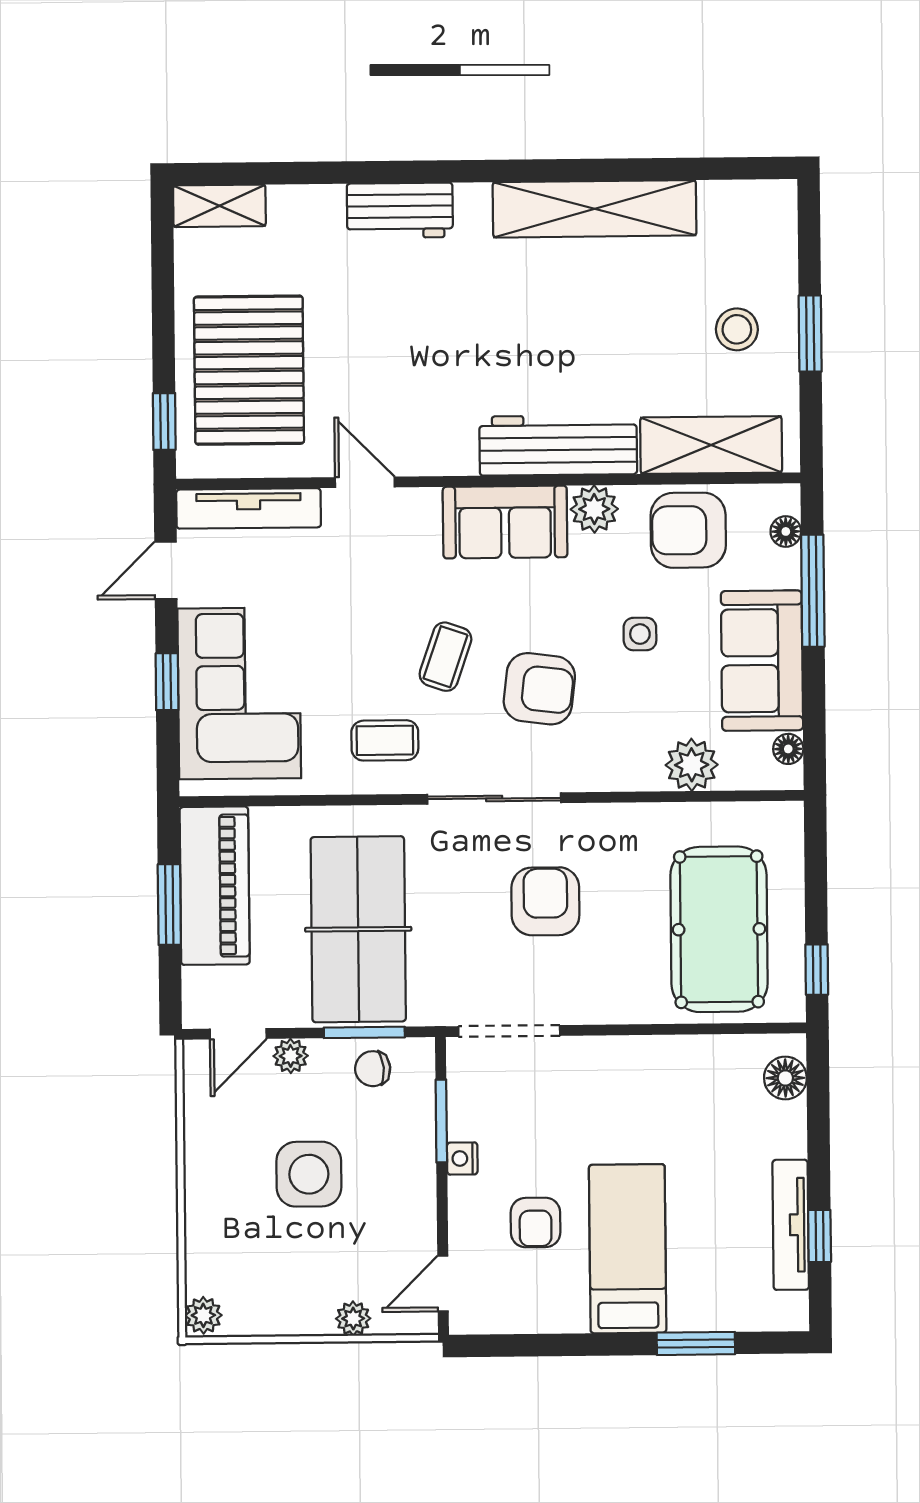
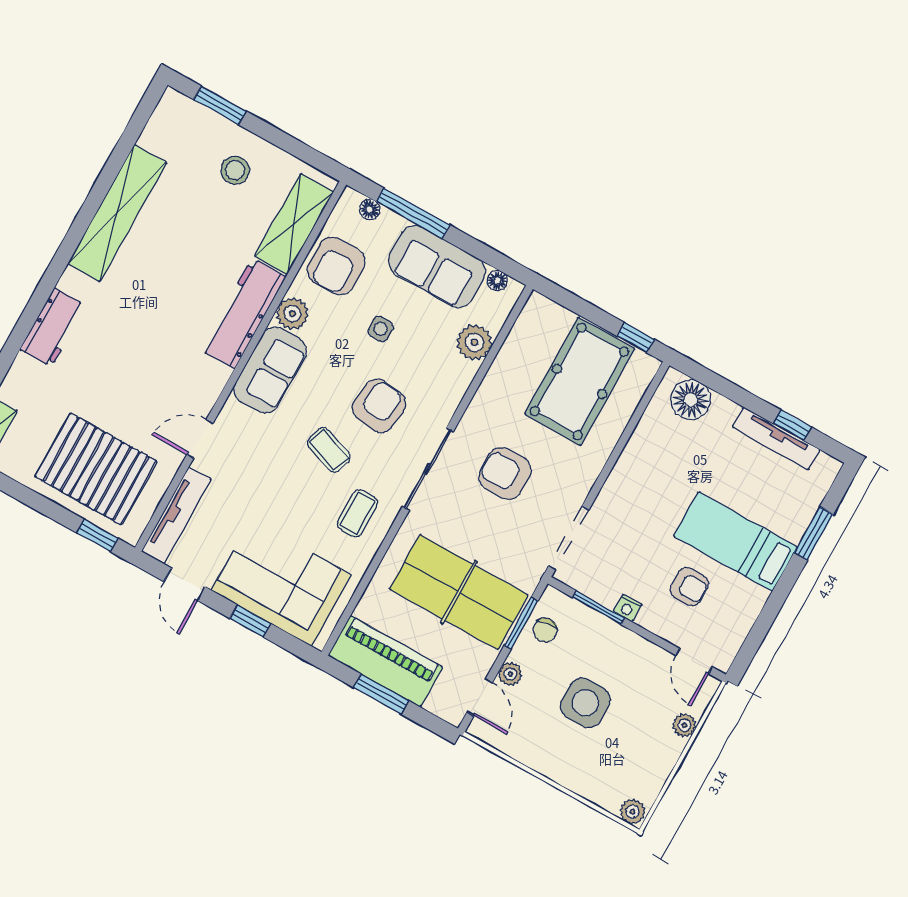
window: (810, 334) -> (220, 105), moved
pool table: (719, 929) -> (579, 381), turned 90
floor lamp: (785, 1078) -> (691, 400), width x1.38, depth x1.38

